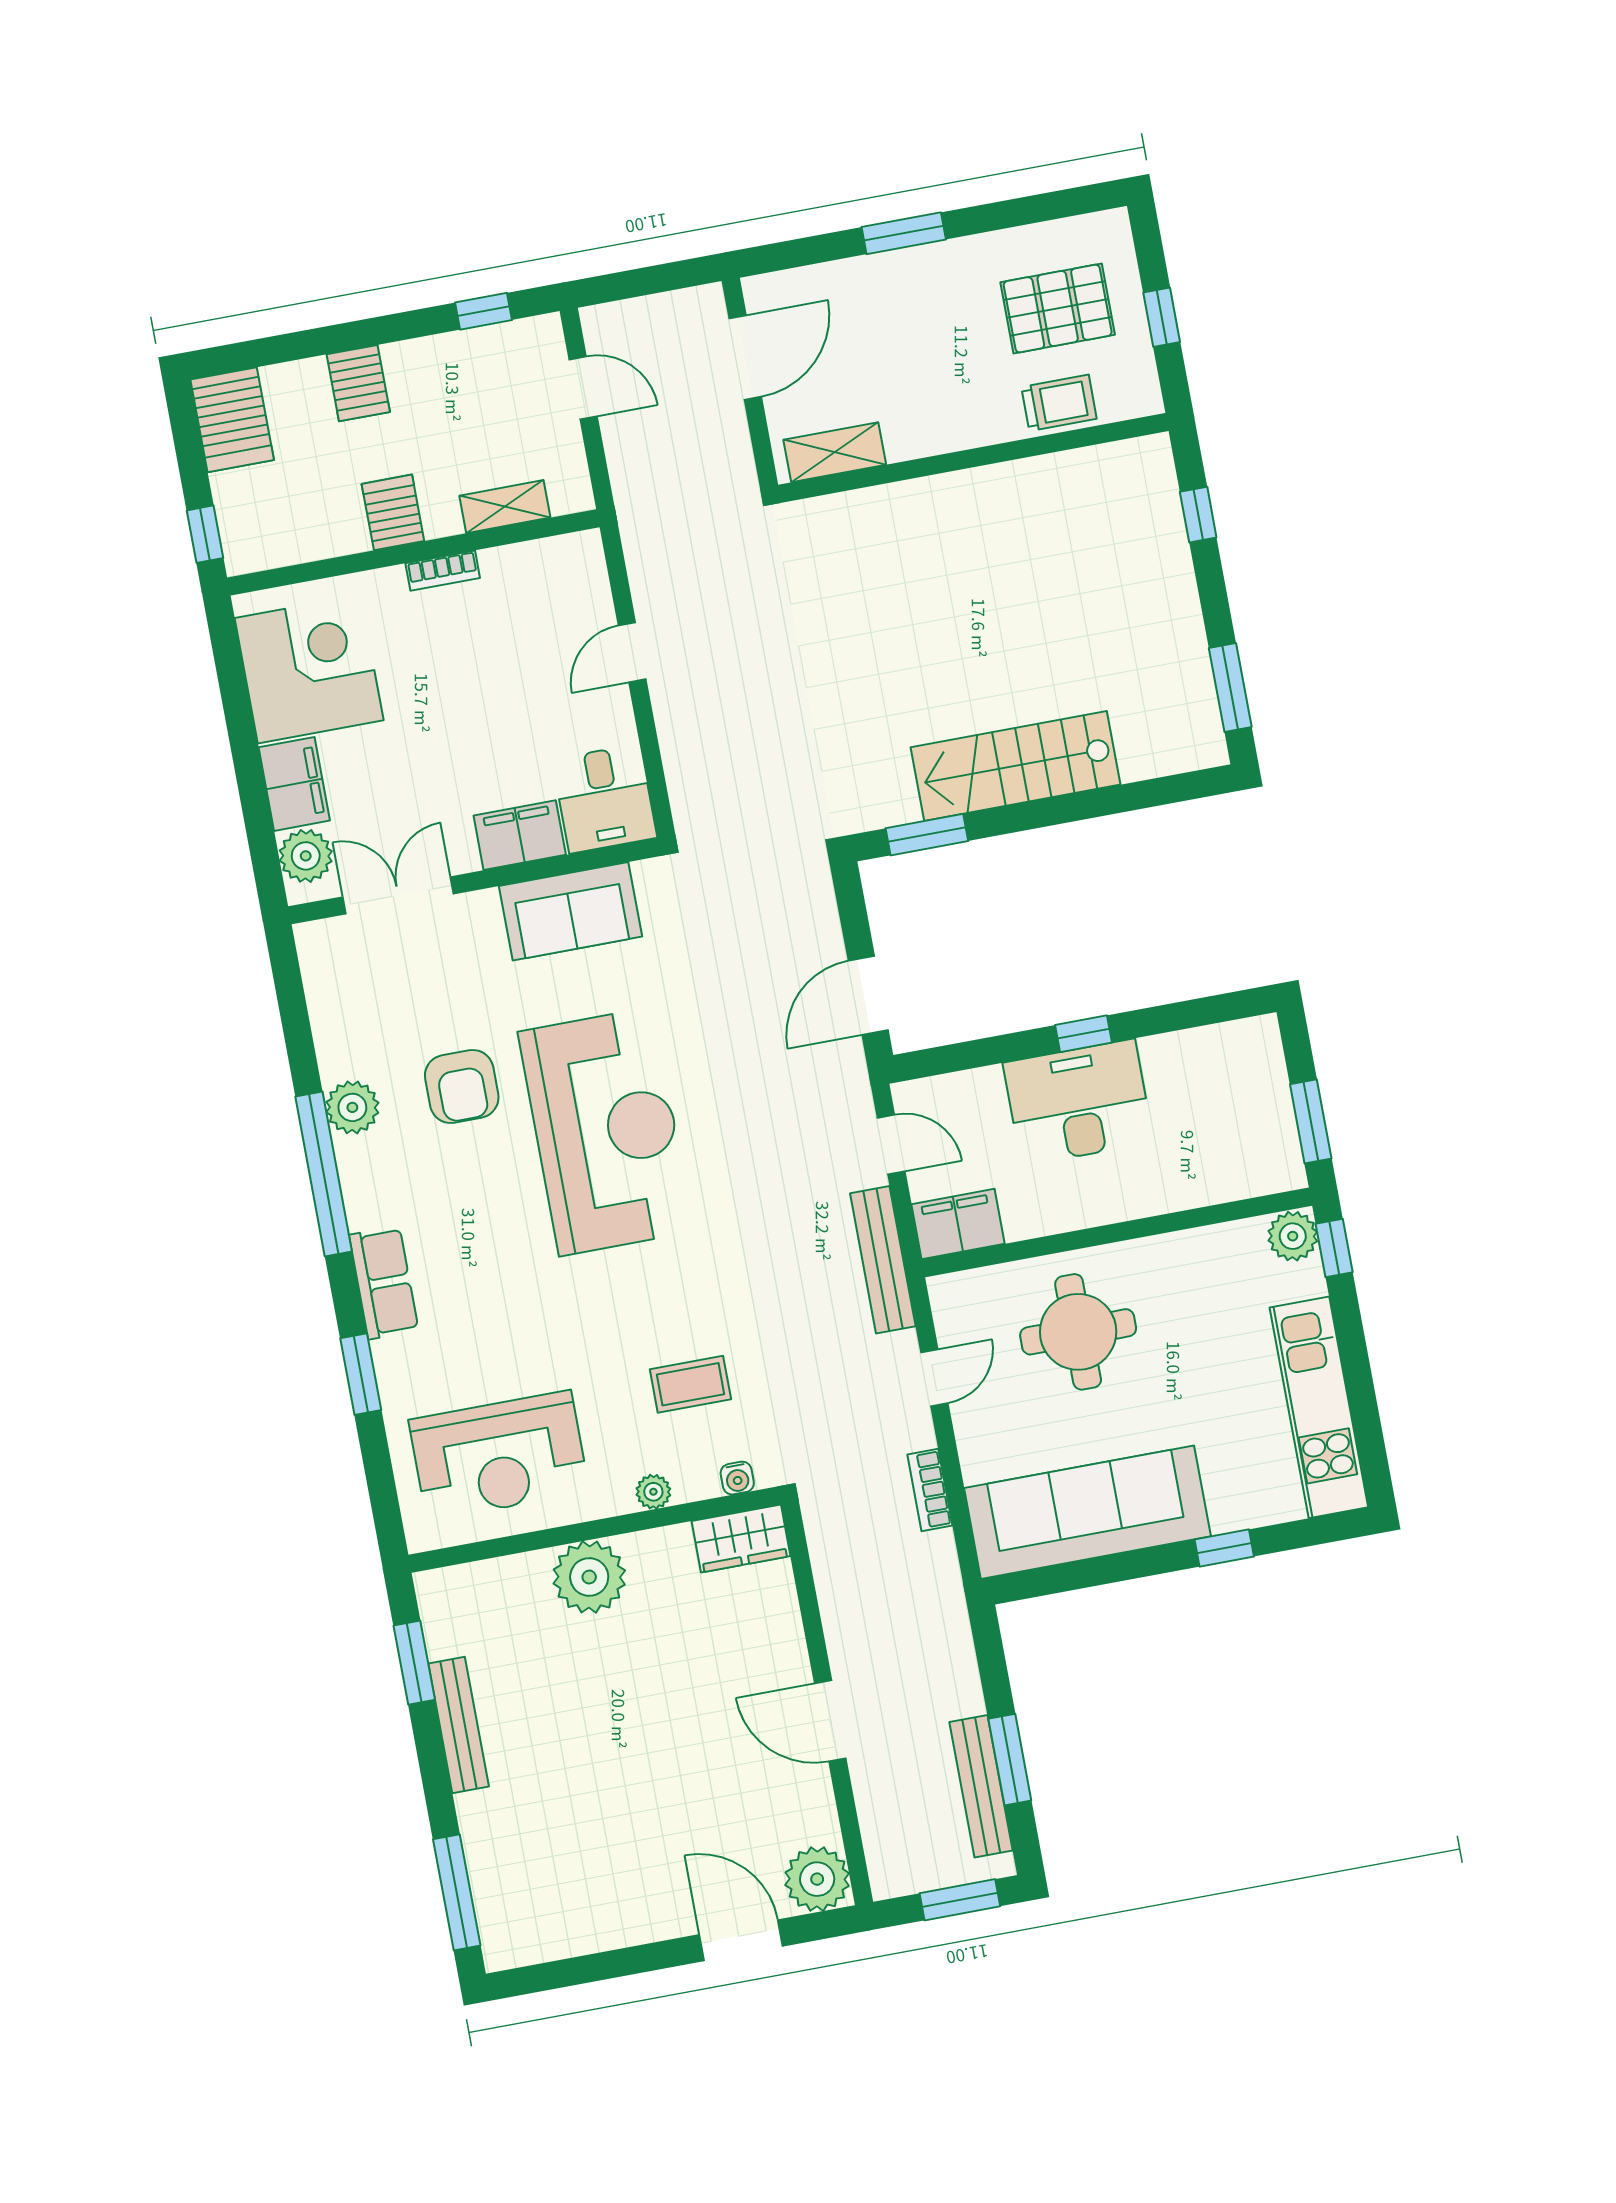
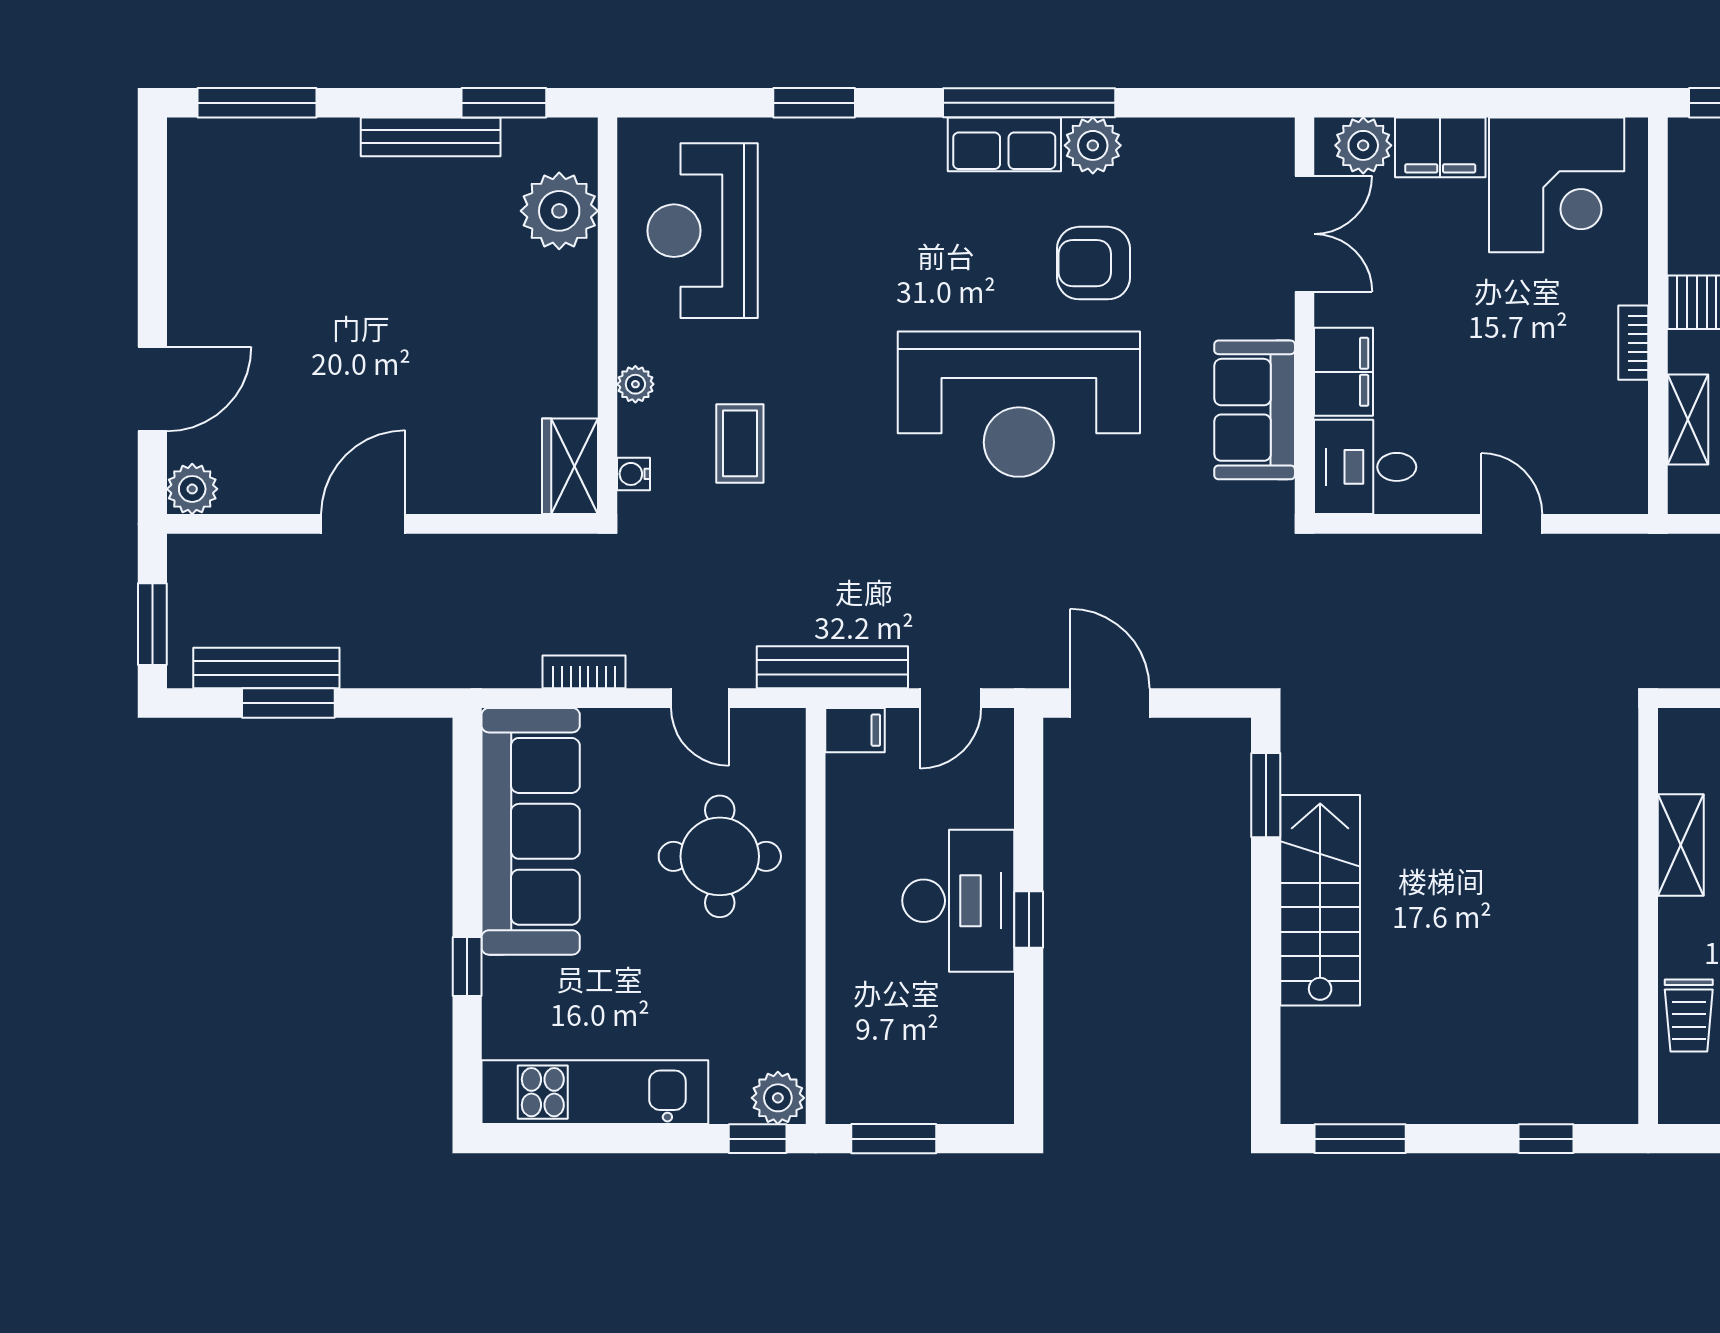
shelving: (835, 452) -> (1681, 845), moved
filing cabinet: (958, 1224) -> (855, 730), width x0.50
row of seats: (384, 1283) -> (1004, 144), moved
plant: (589, 1577) -> (559, 211), moved
plant: (817, 1879) -> (192, 489), width x0.73, depth x0.73

